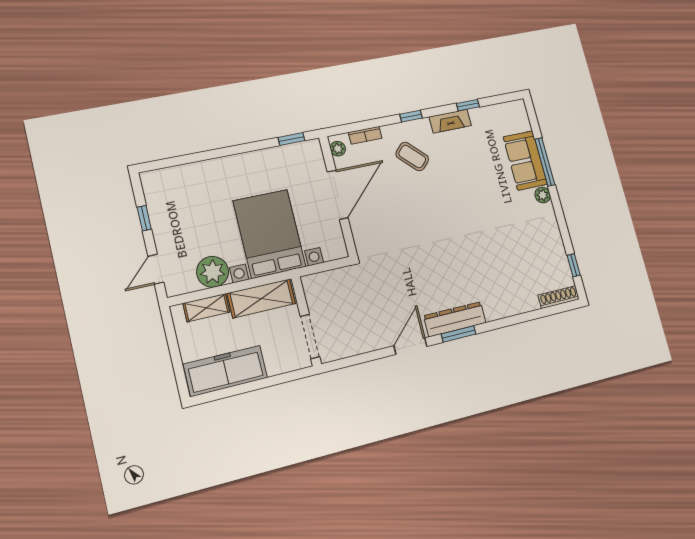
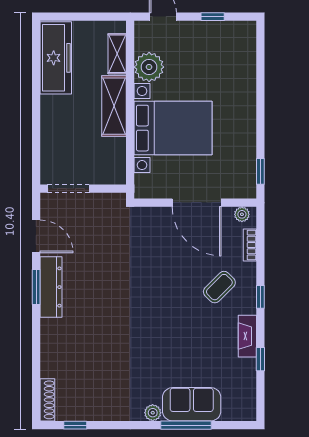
wall: (306, 321) -> (83, 189), moved
doorway: (310, 336) -> (68, 189), moved

